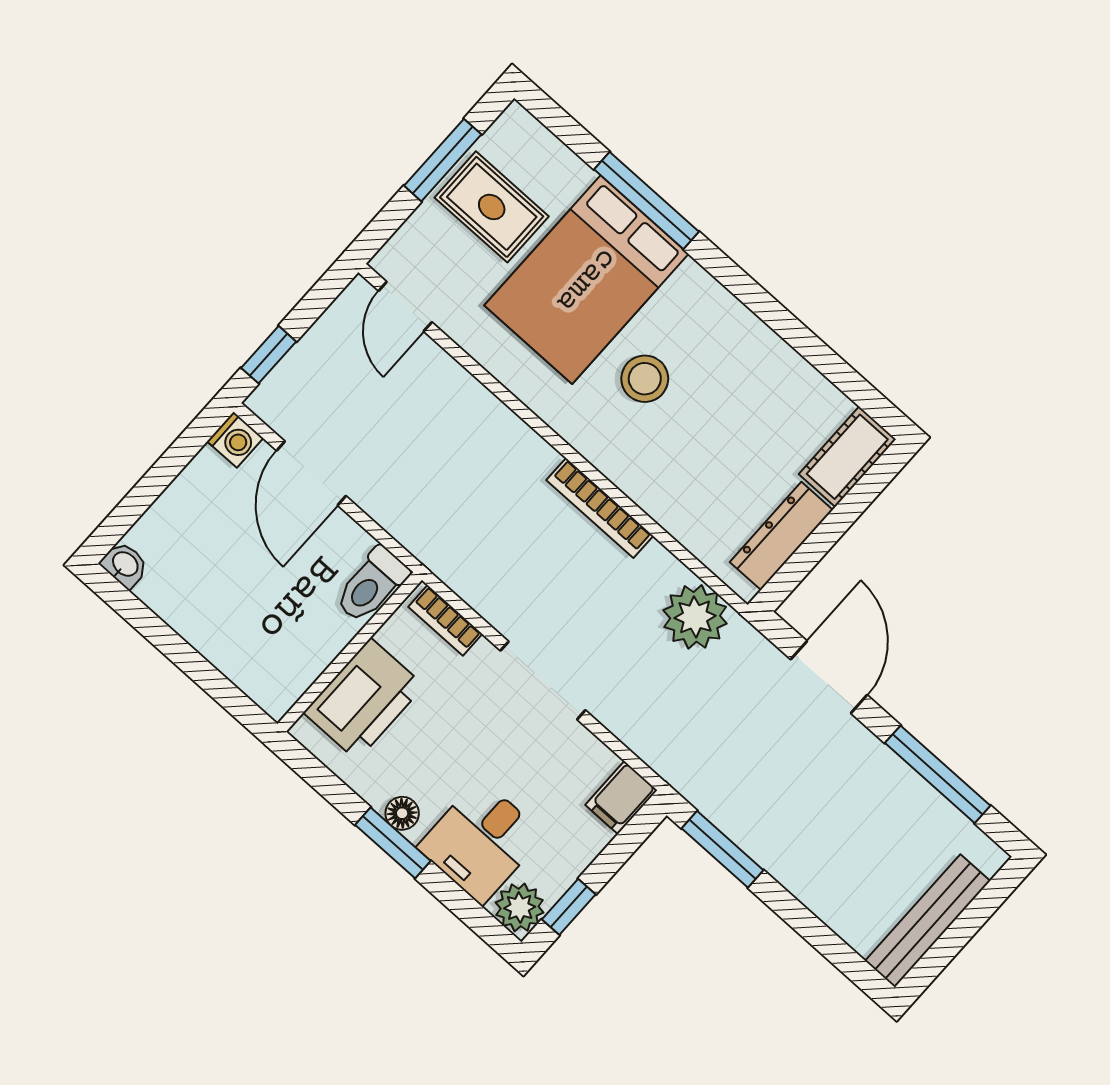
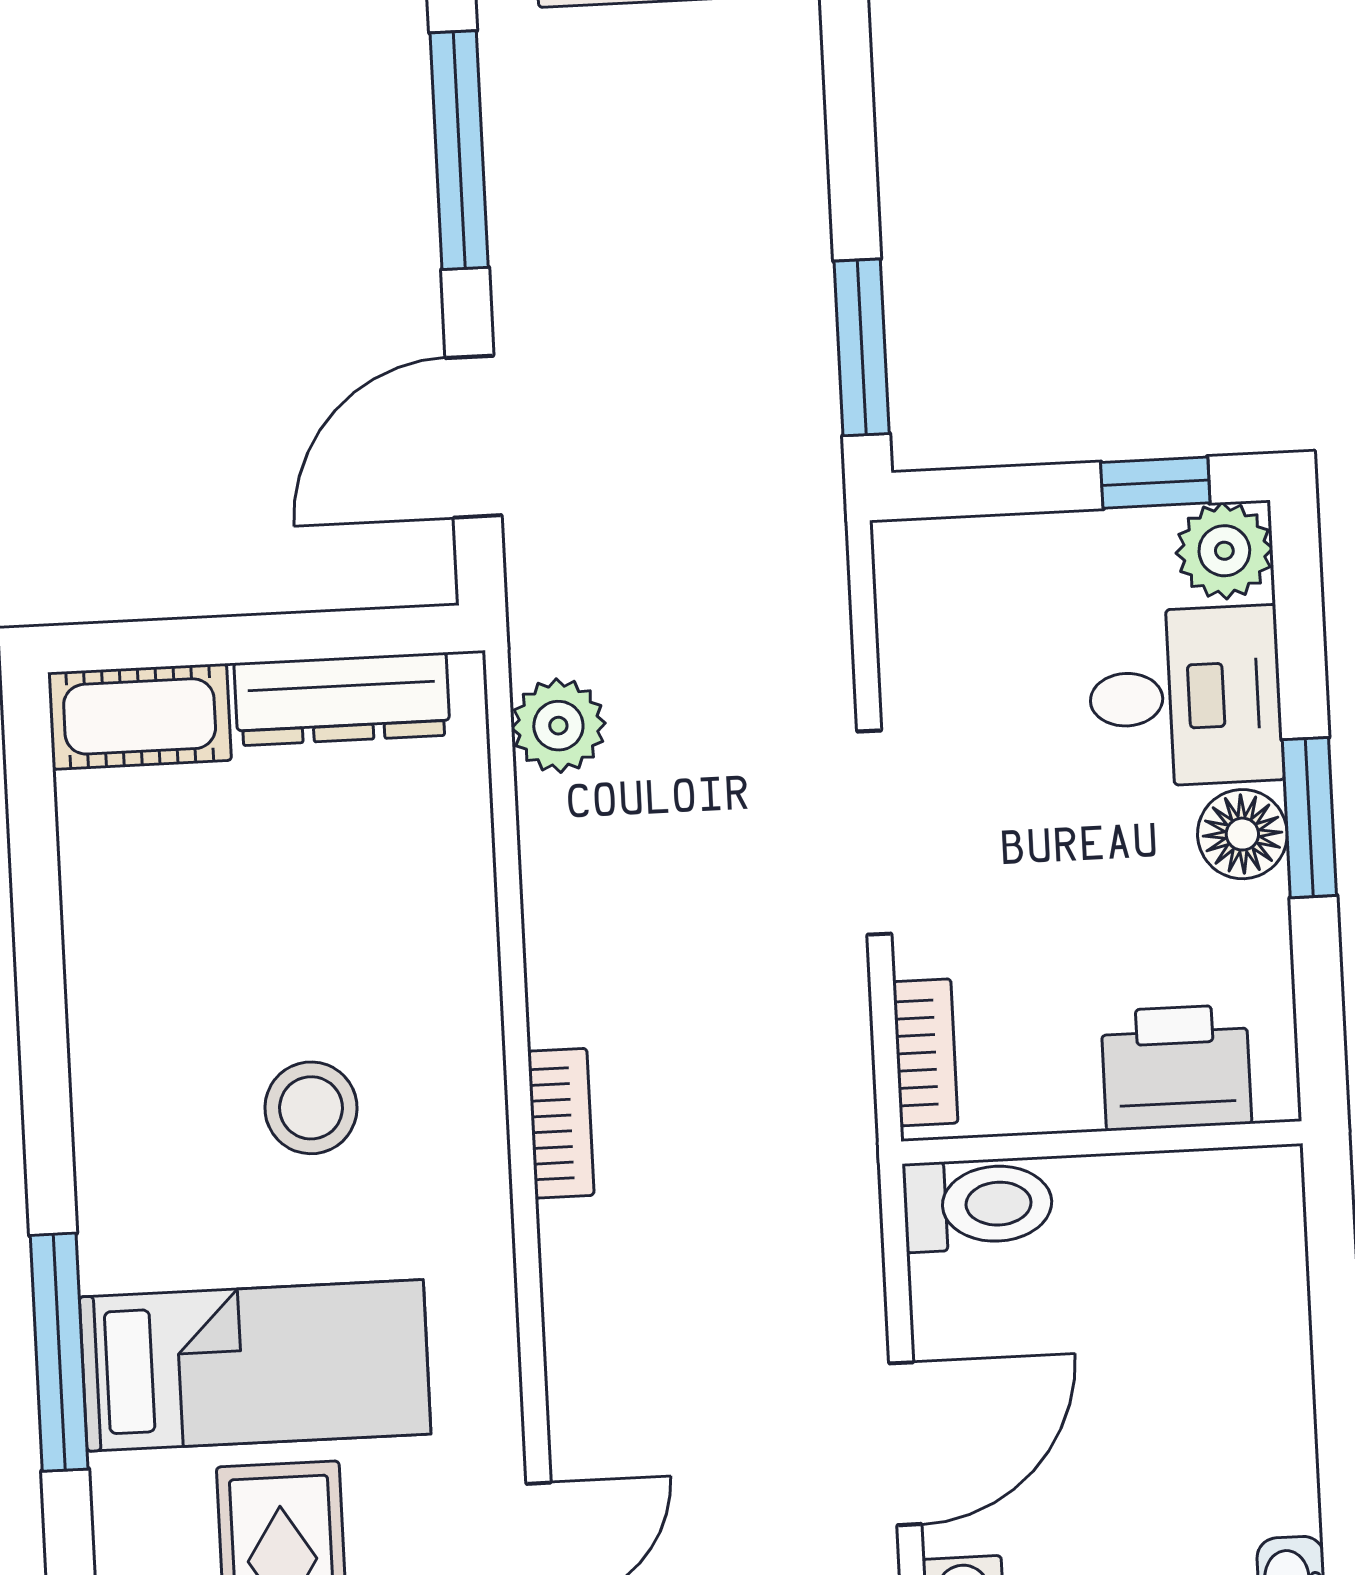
bed: (586, 280) -> (255, 1365), width x0.67
bookcase: (600, 508) -> (561, 1123), moved, width x0.64
plant: (695, 617) -> (558, 726), width x0.73, depth x0.73
printer: (364, 699) -> (1176, 1068), width x0.73, depth x0.84
filing cabinet: (621, 798) -> (930, 561), removed
floor lamp: (402, 813) -> (1242, 834), width x1.37, depth x1.37

